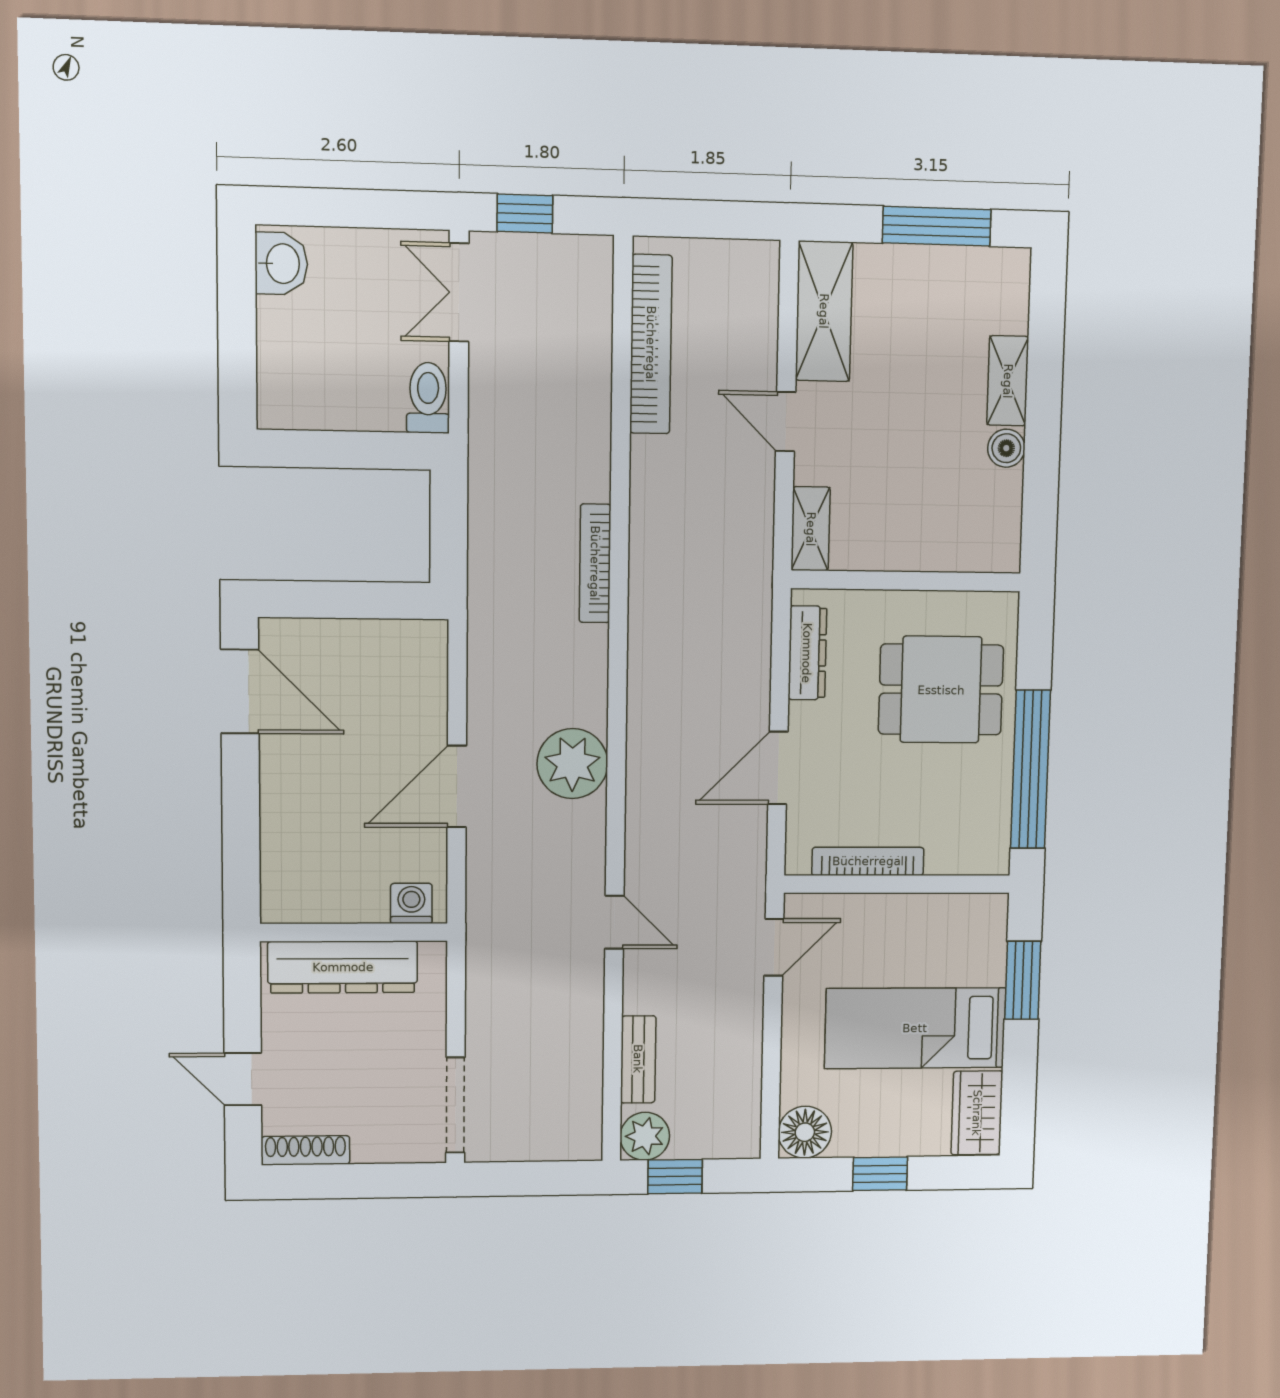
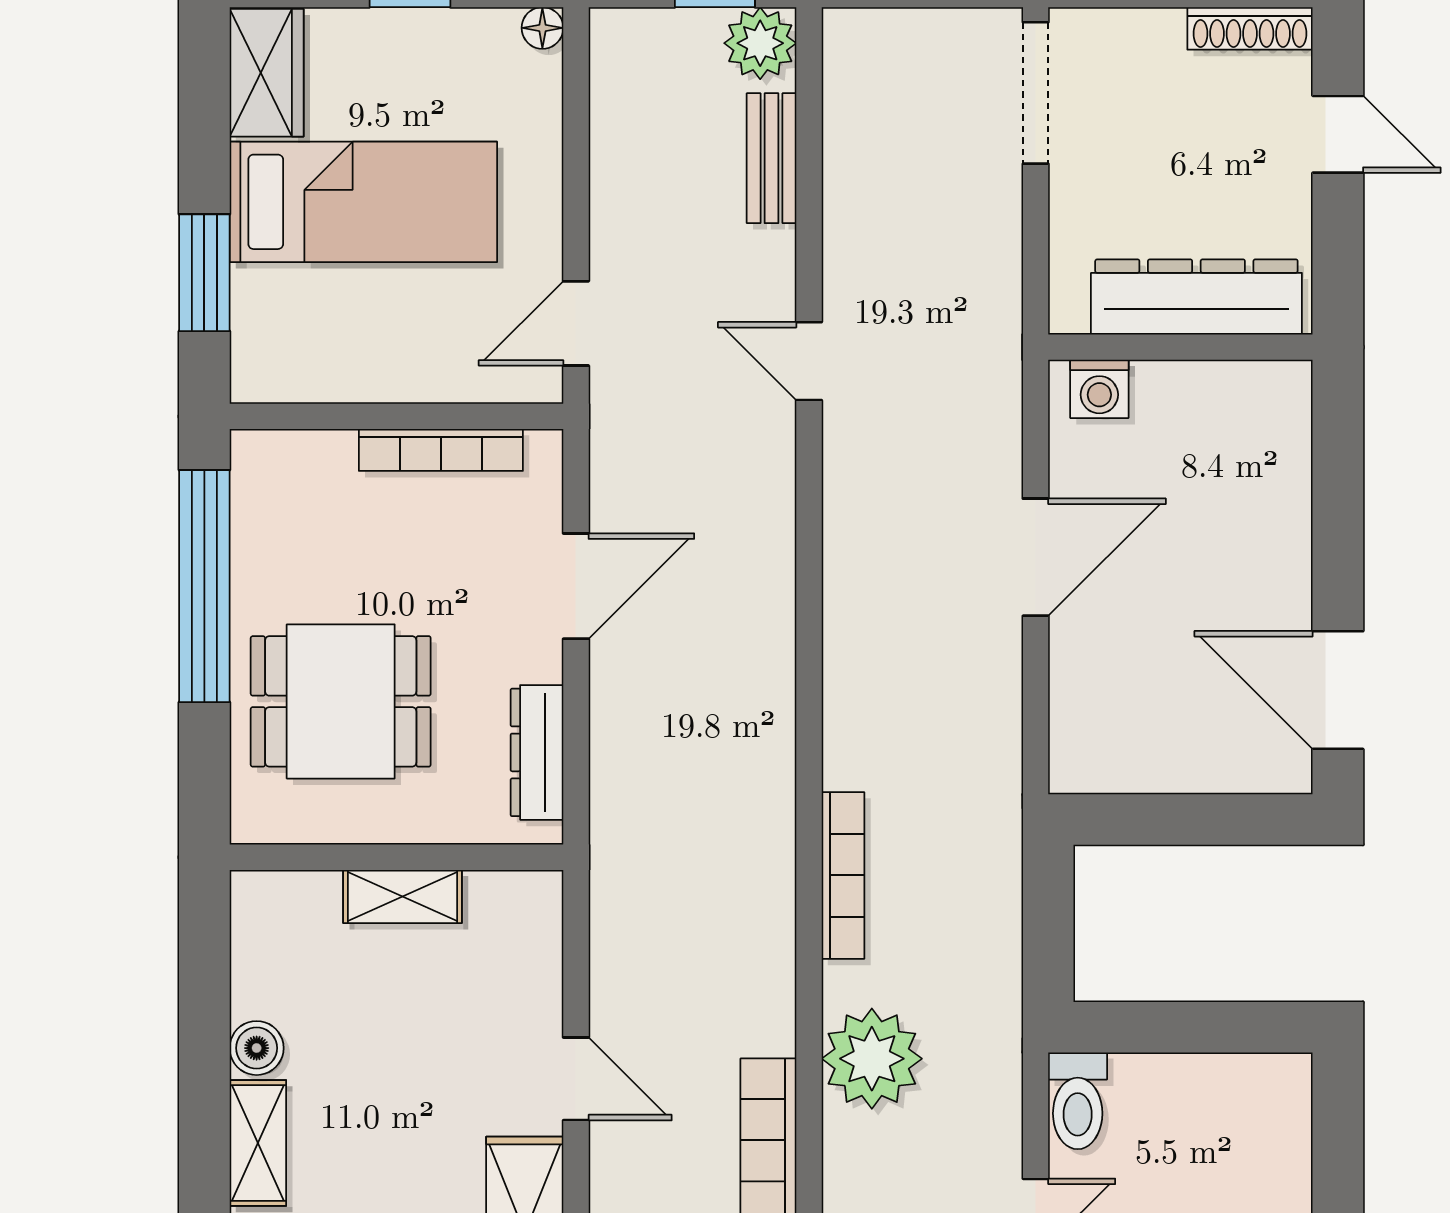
shelving: (811, 529) -> (403, 897), moved, turned 90
plant: (572, 764) -> (872, 1059), moved
floor lamp: (805, 1132) -> (542, 28), width x0.53, depth x0.53

